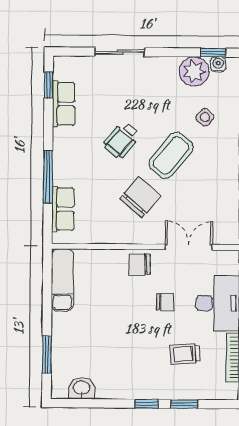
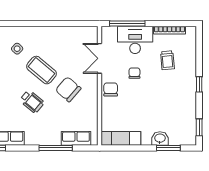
chair: (140, 264) -> (111, 89), turned 180
washbasin: (82, 388) -> (160, 138), moved, turned 90
window: (184, 404) -> (199, 127), moved

